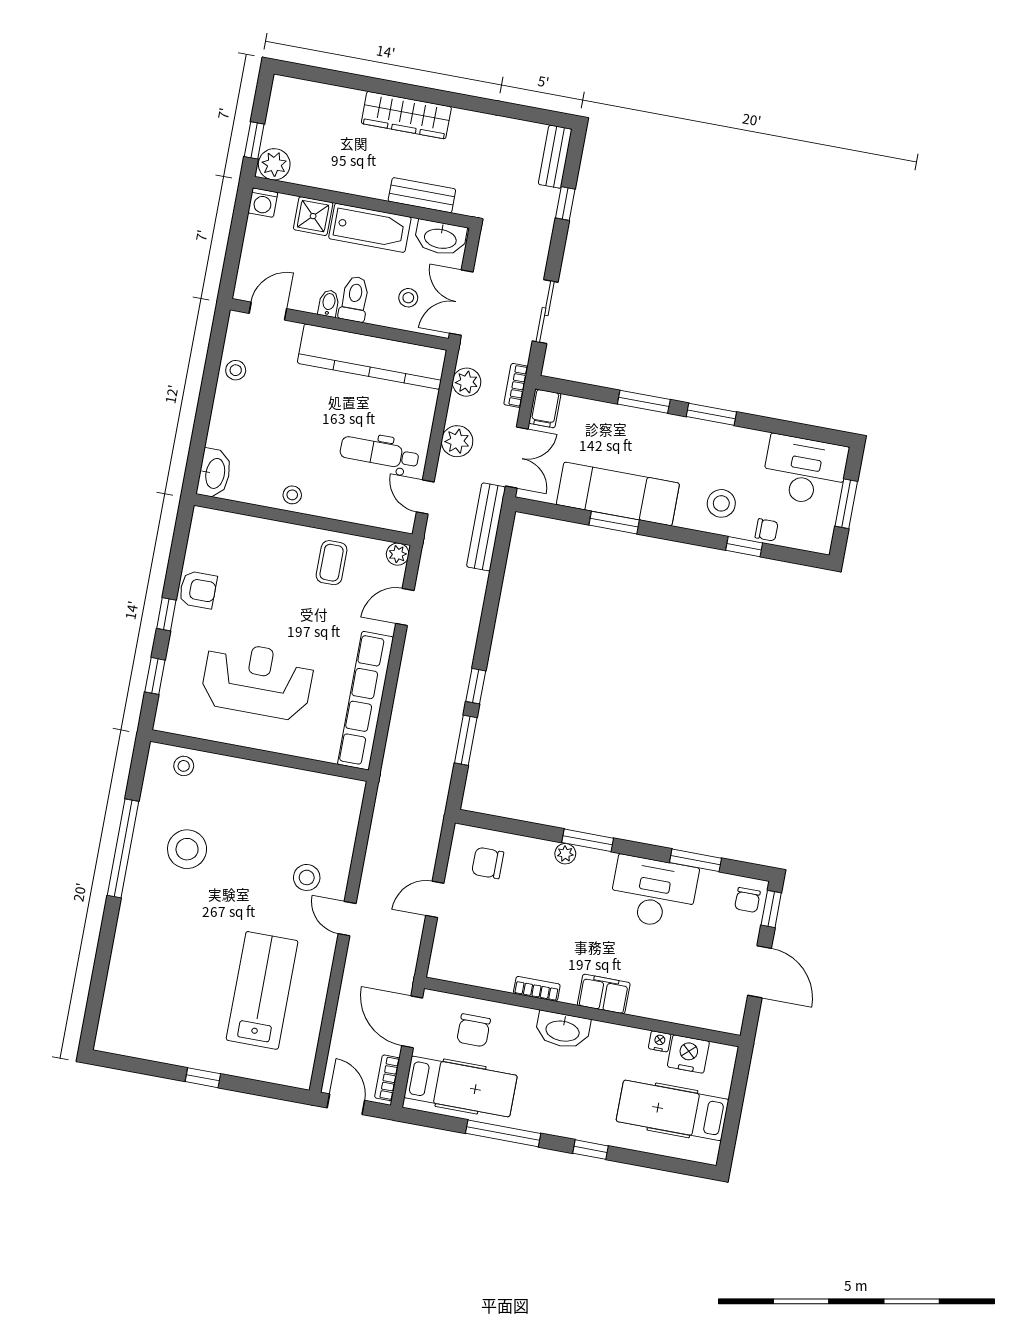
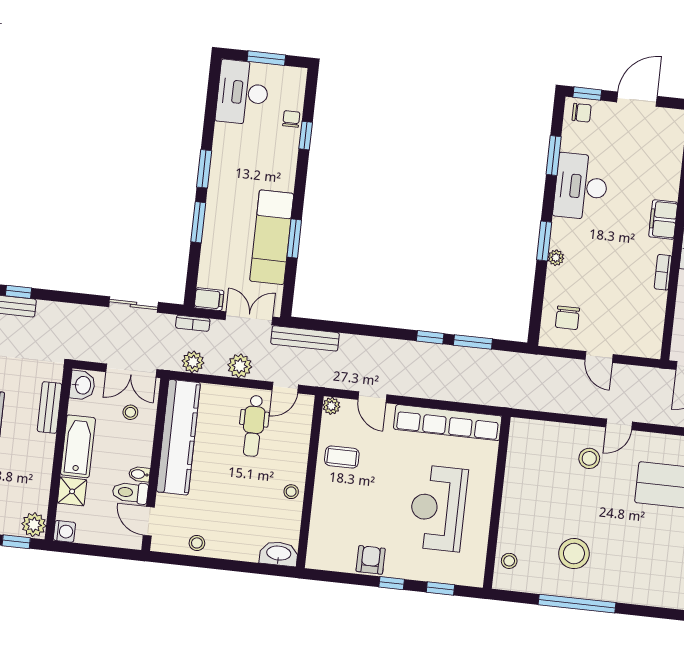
window: (565, 203) -> (19, 292), moved
washbasin: (440, 238) -> (82, 385), width x0.72
toilet: (354, 299) -> (130, 493), moved
stool: (721, 503) -> (273, 156), removed

